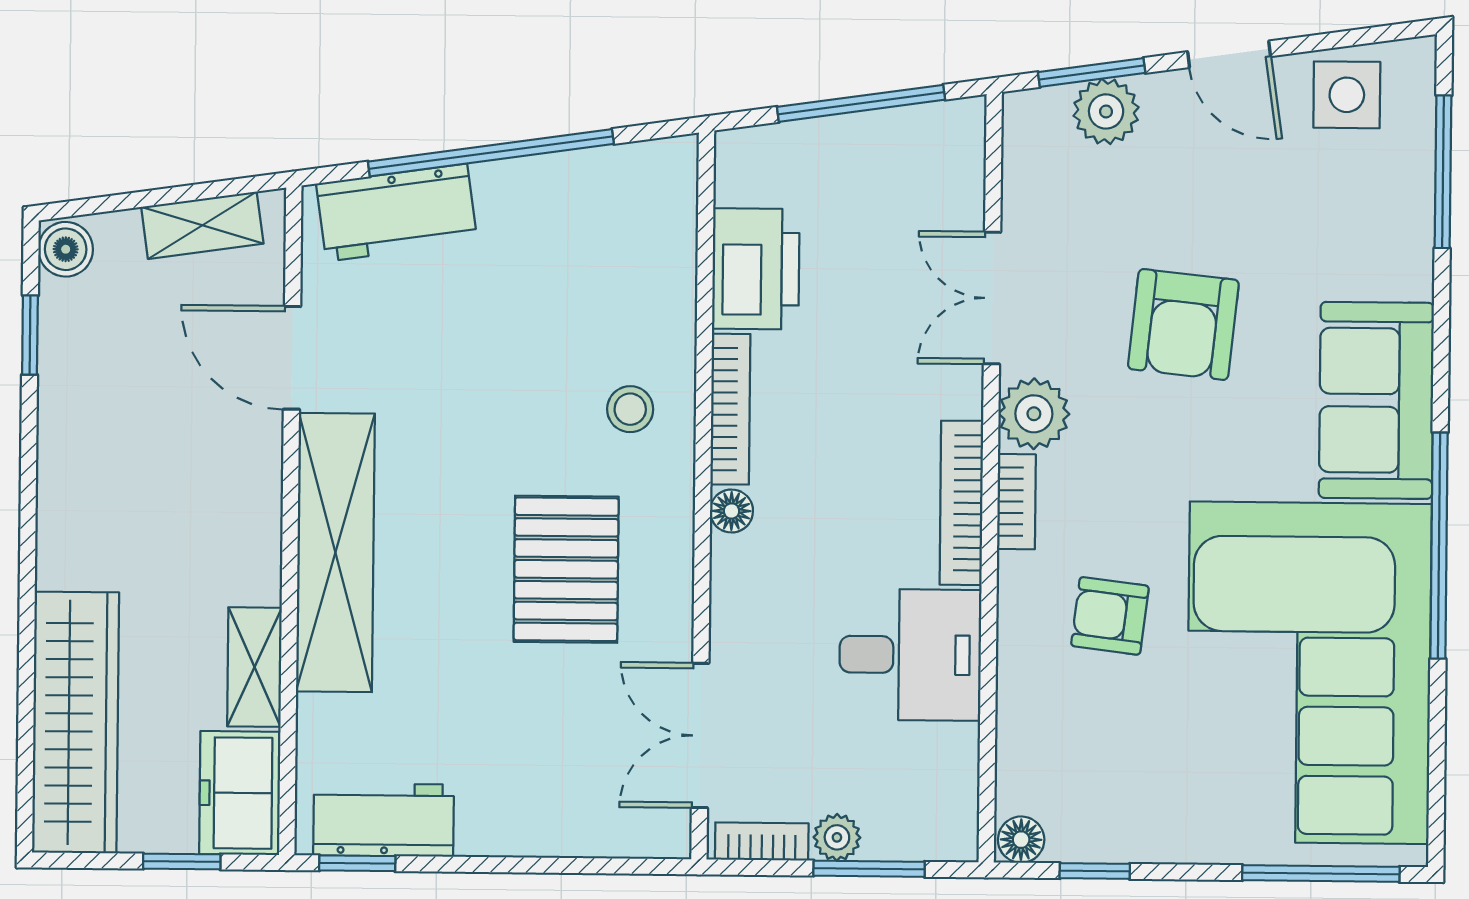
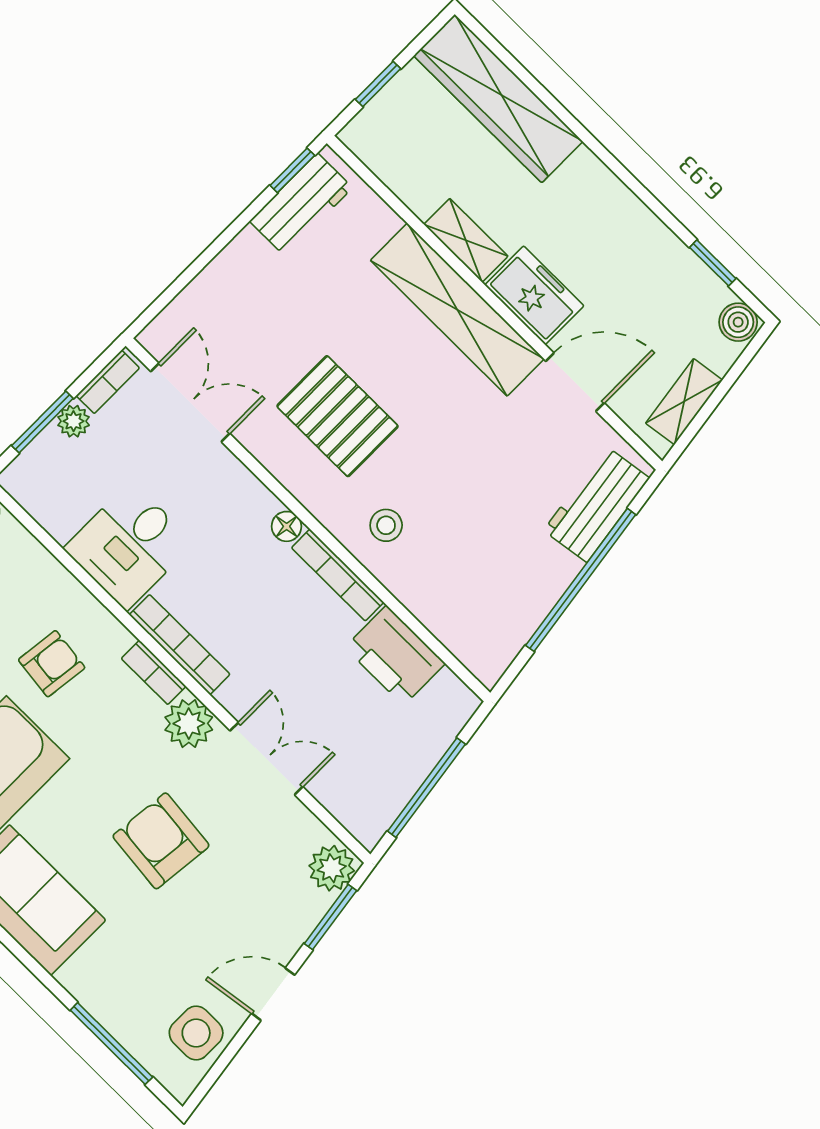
plant: (1106, 111) -> (332, 868), moved
shelving: (254, 667) -> (466, 240), moved
freezer: (240, 793) -> (534, 295), moved

